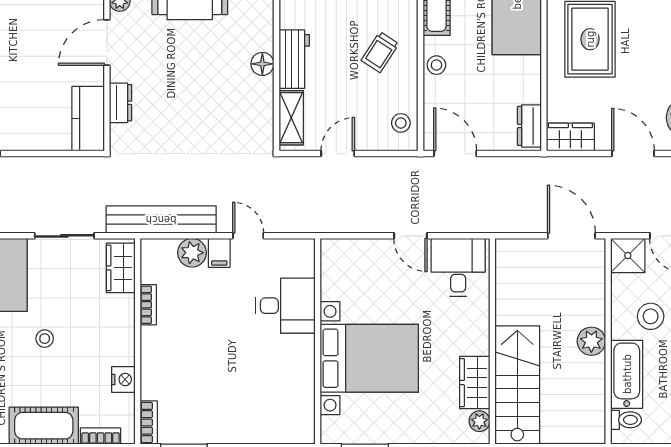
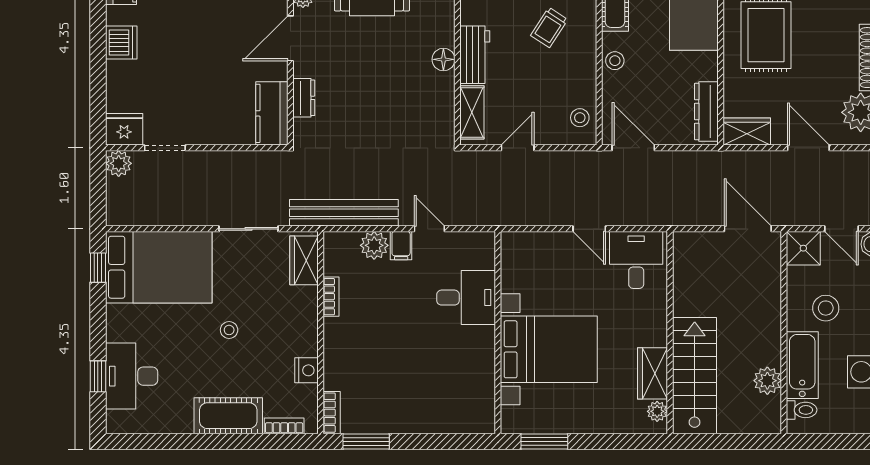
trolley: (380, 52) -> (549, 27), moved
dresser: (529, 126) -> (706, 111), width x1.44
plant: (591, 341) -> (767, 381), moved

